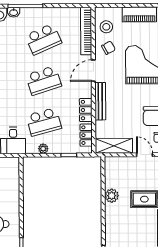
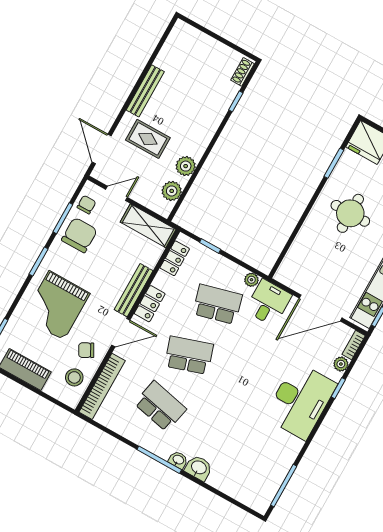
school desk: (43, 39) -> (160, 406), turned 36
locker: (86, 110) -> (150, 304), moved
plant: (43, 149) -> (251, 280), moved
door: (145, 155) -> (116, 193), swing flipped
plant: (112, 175) -> (172, 191), added

